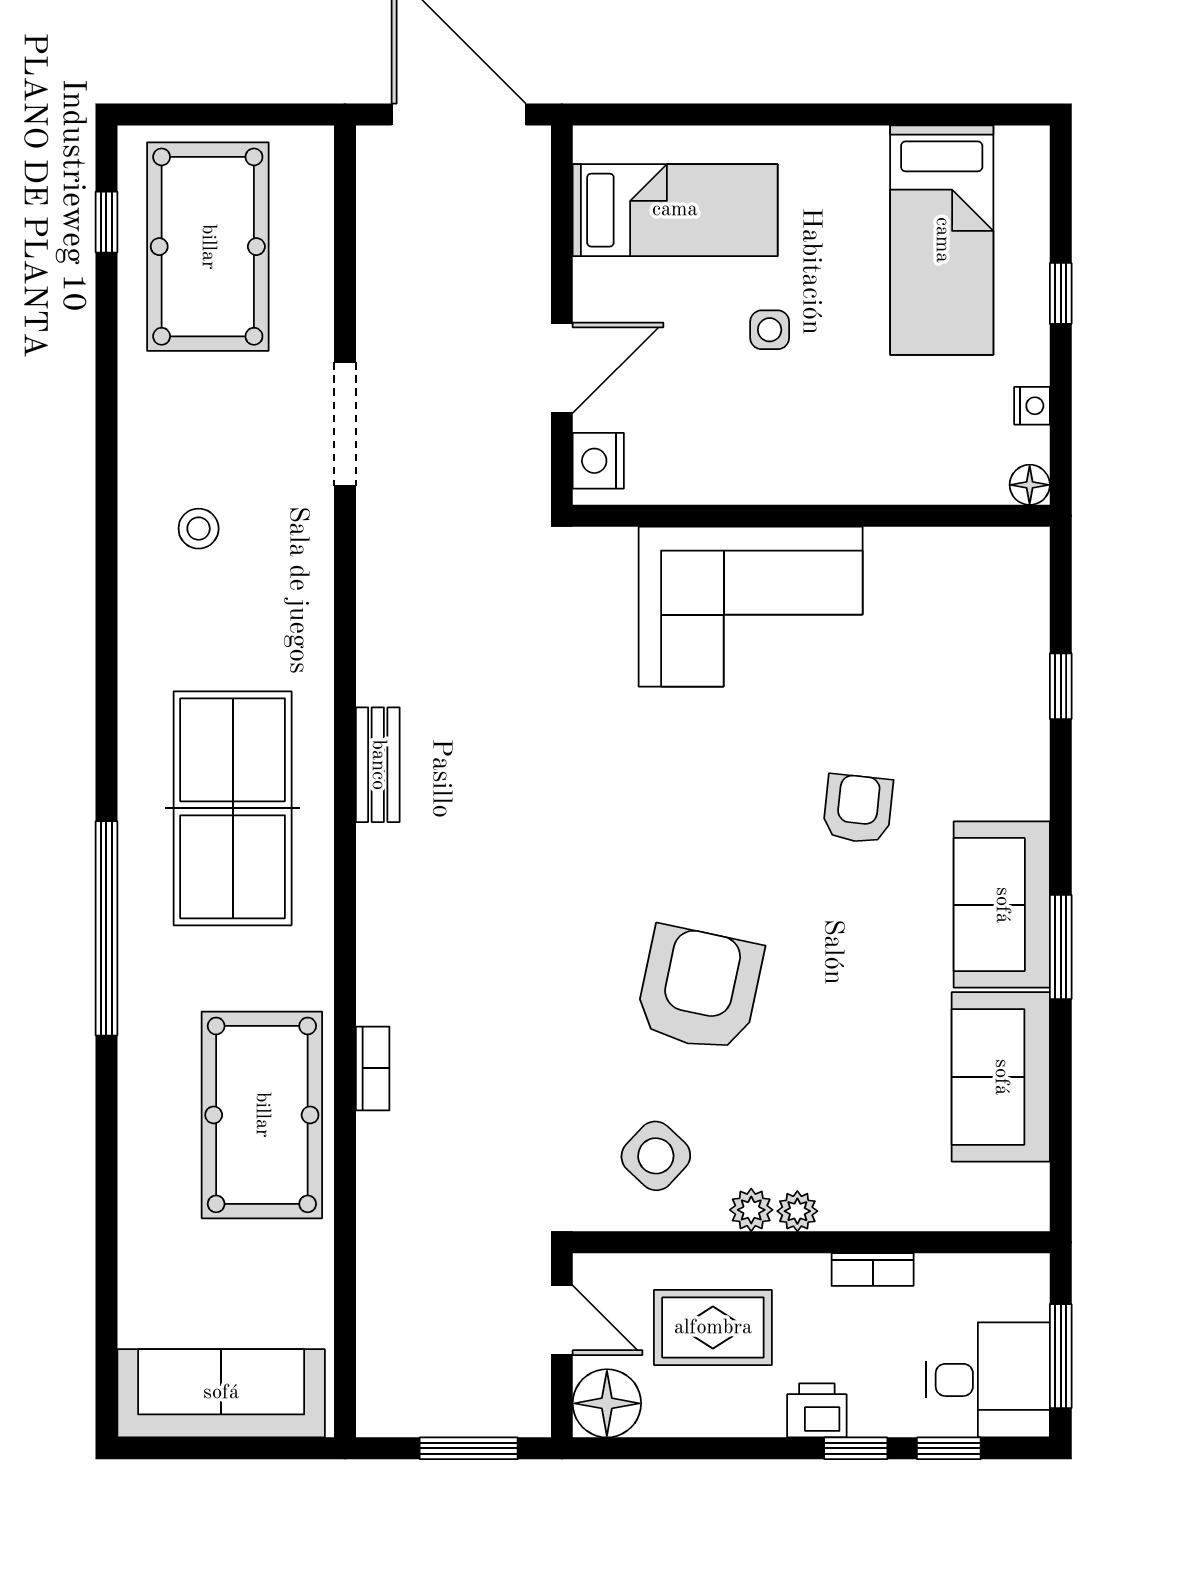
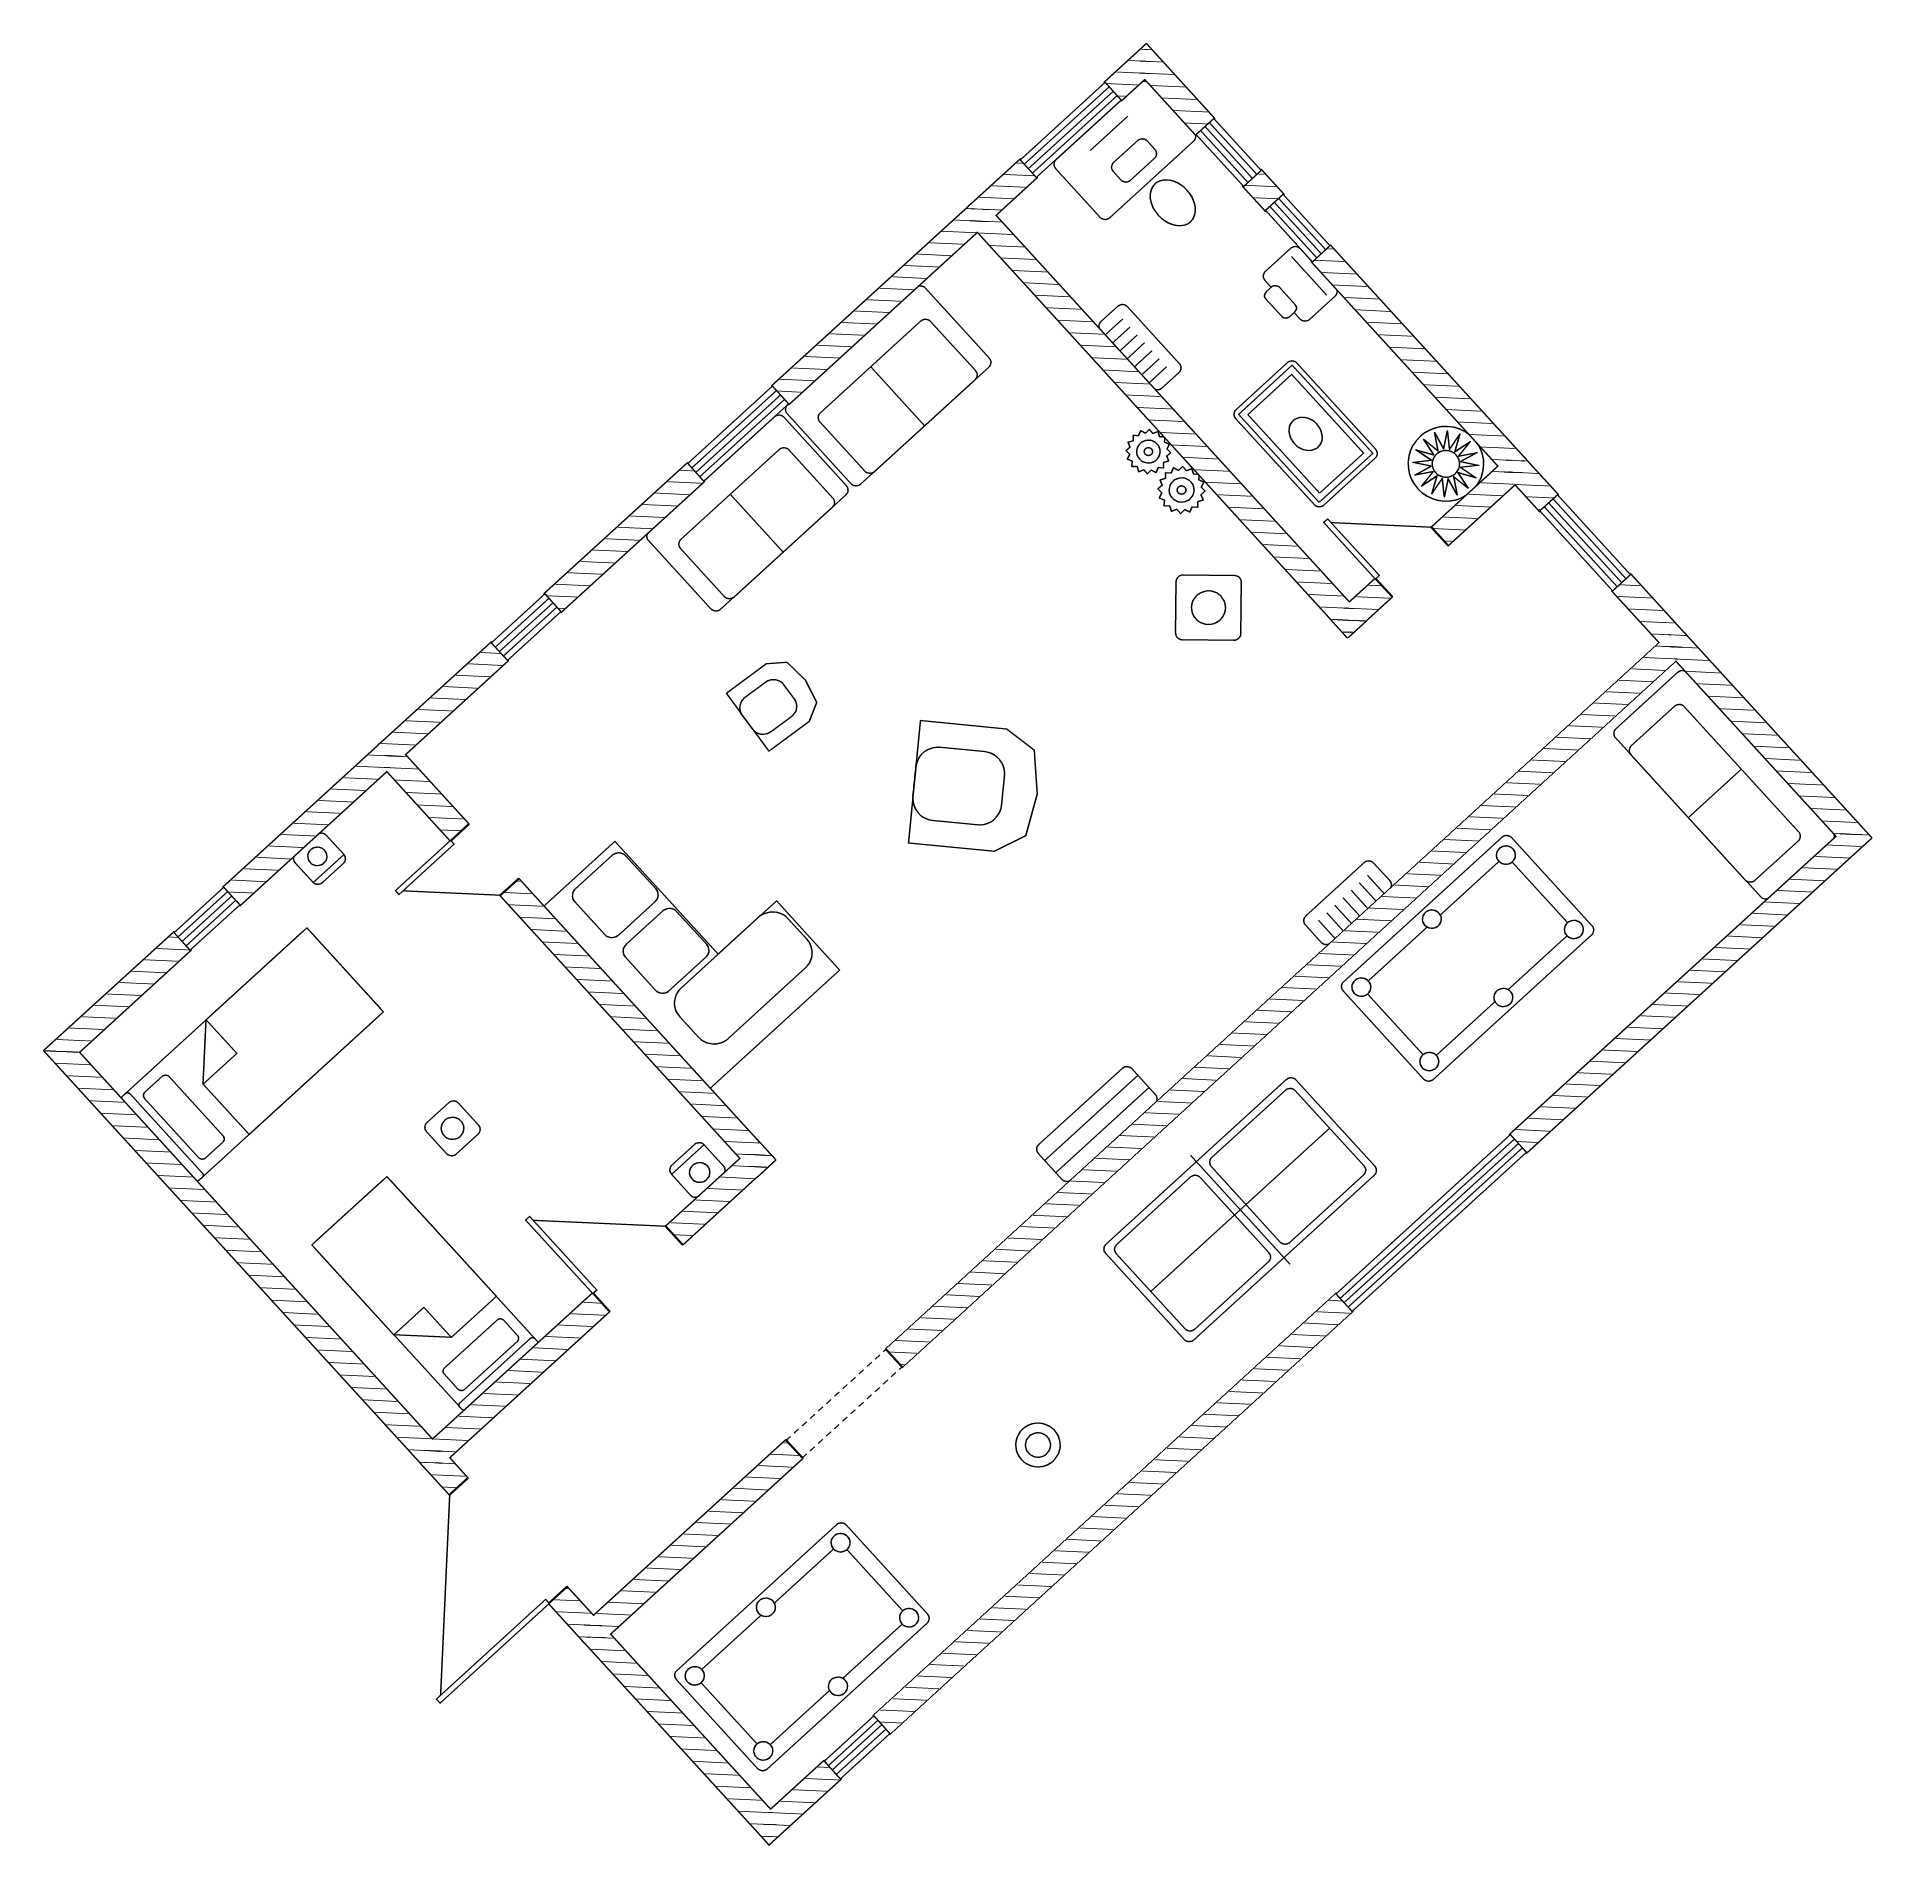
nightstand: (598, 461) -> (697, 1170), width x0.72, depth x0.74
floor lamp: (1030, 485) -> (385, 802), removed
door: (930, 516) -> (485, 860), added
armchair: (699, 989) -> (976, 788), moved, turned 36
door: (562, 1320) -> (1412, 562), hinge flipped

